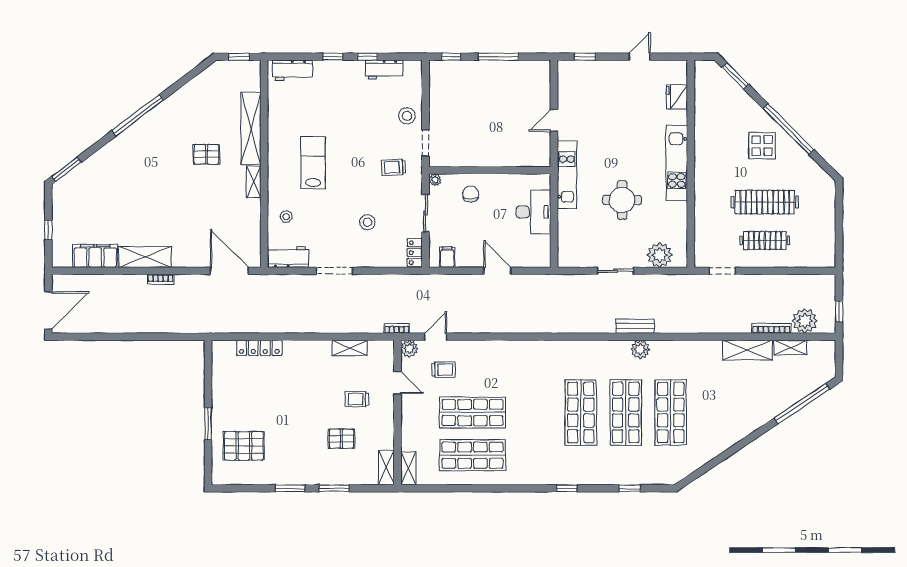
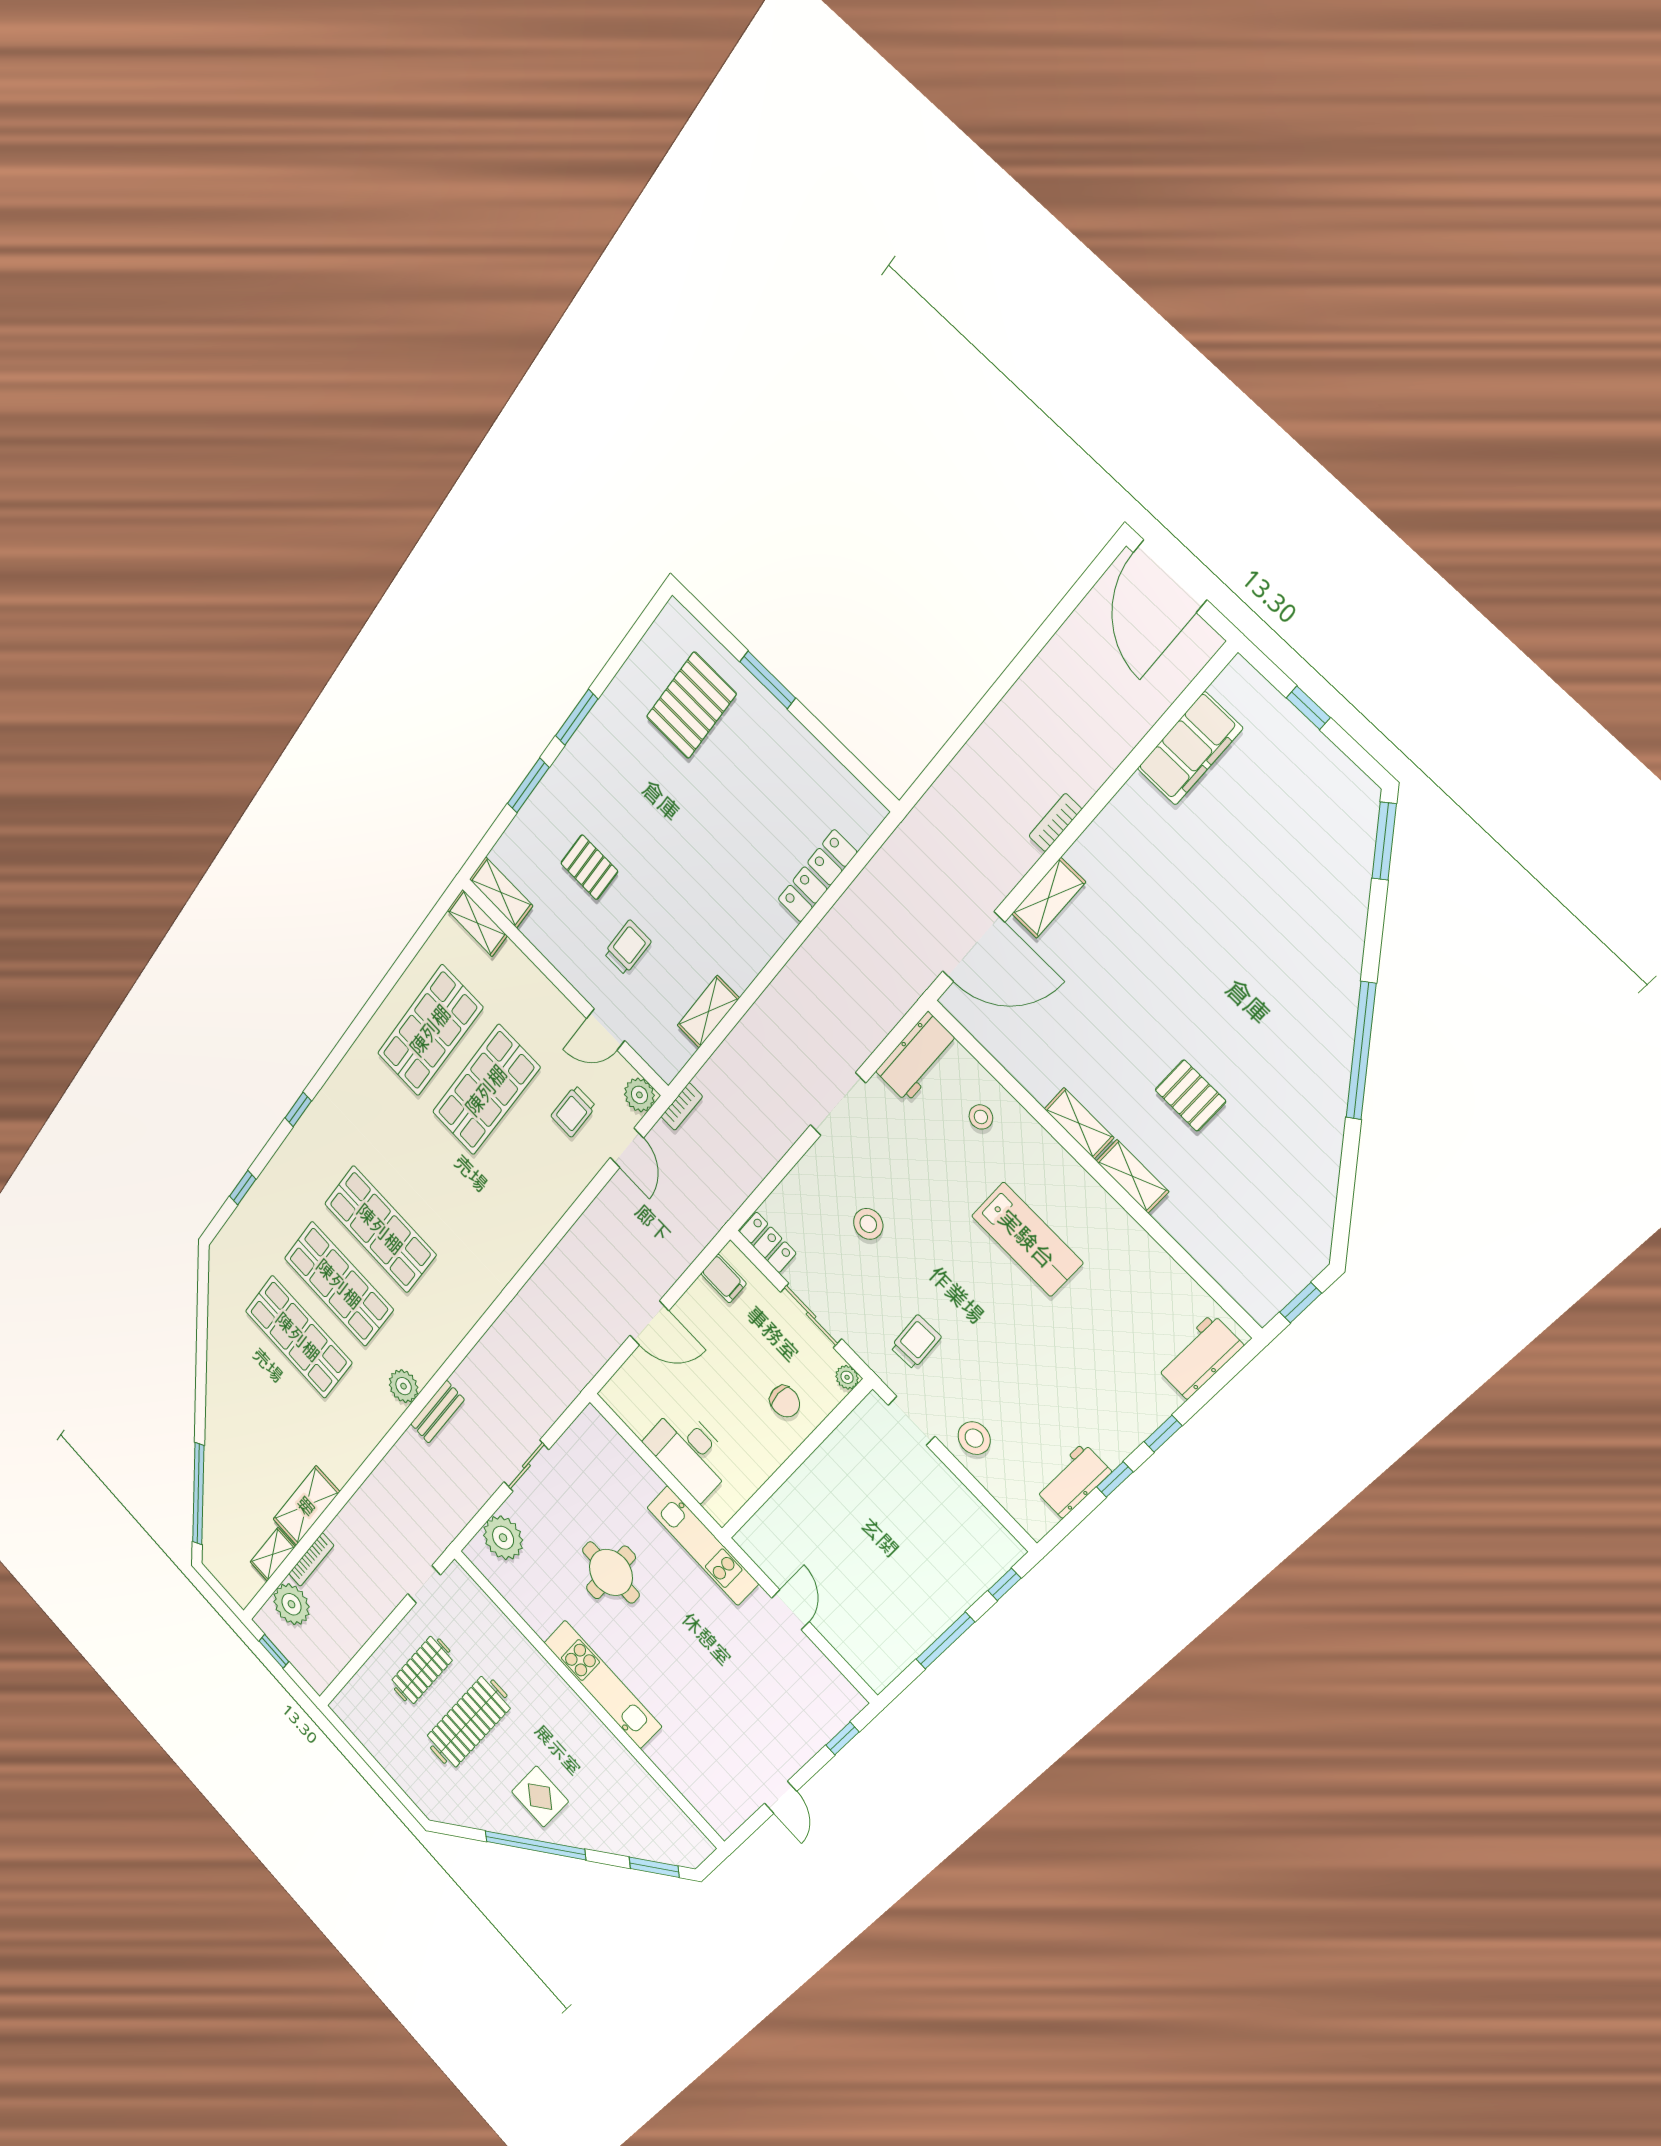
fridge: (677, 97) -> (688, 1778), removed
shelving: (251, 128) -> (1132, 1176), width x0.45, depth x0.75
pallet: (206, 154) -> (1190, 1096), turned 90
shelving: (145, 257) -> (1048, 898), moved, width x0.67, depth x0.75
pallet: (341, 439) -> (589, 867), turned 90

